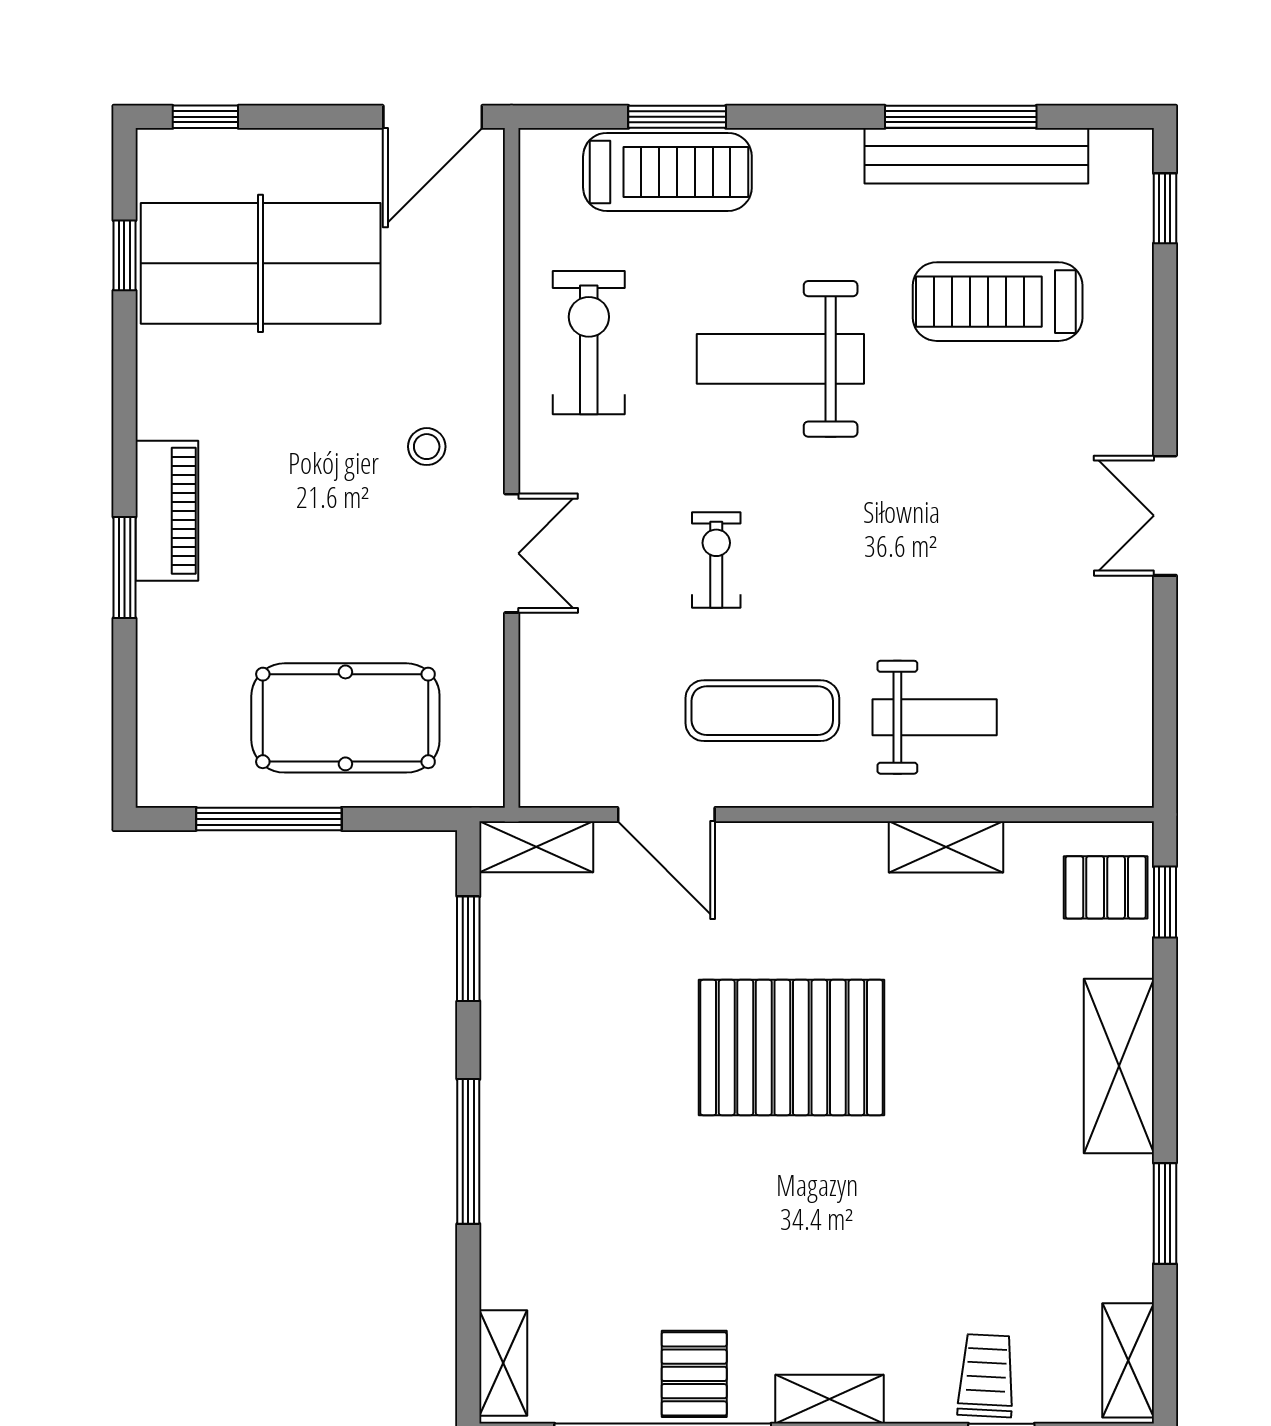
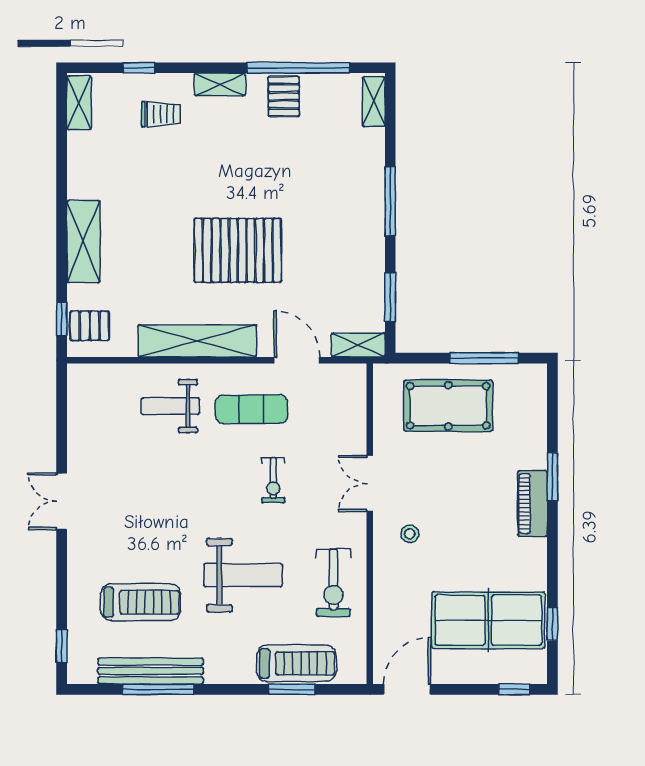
treadmill: (667, 172) -> (296, 663), turned 180
double door: (1165, 516) -> (62, 501), swing flipped
shelving: (946, 847) -> (197, 341), width x2.20, depth x1.33
window: (1165, 1213) -> (62, 172), removed
trolley: (986, 1376) -> (161, 114), moved, turned -93

